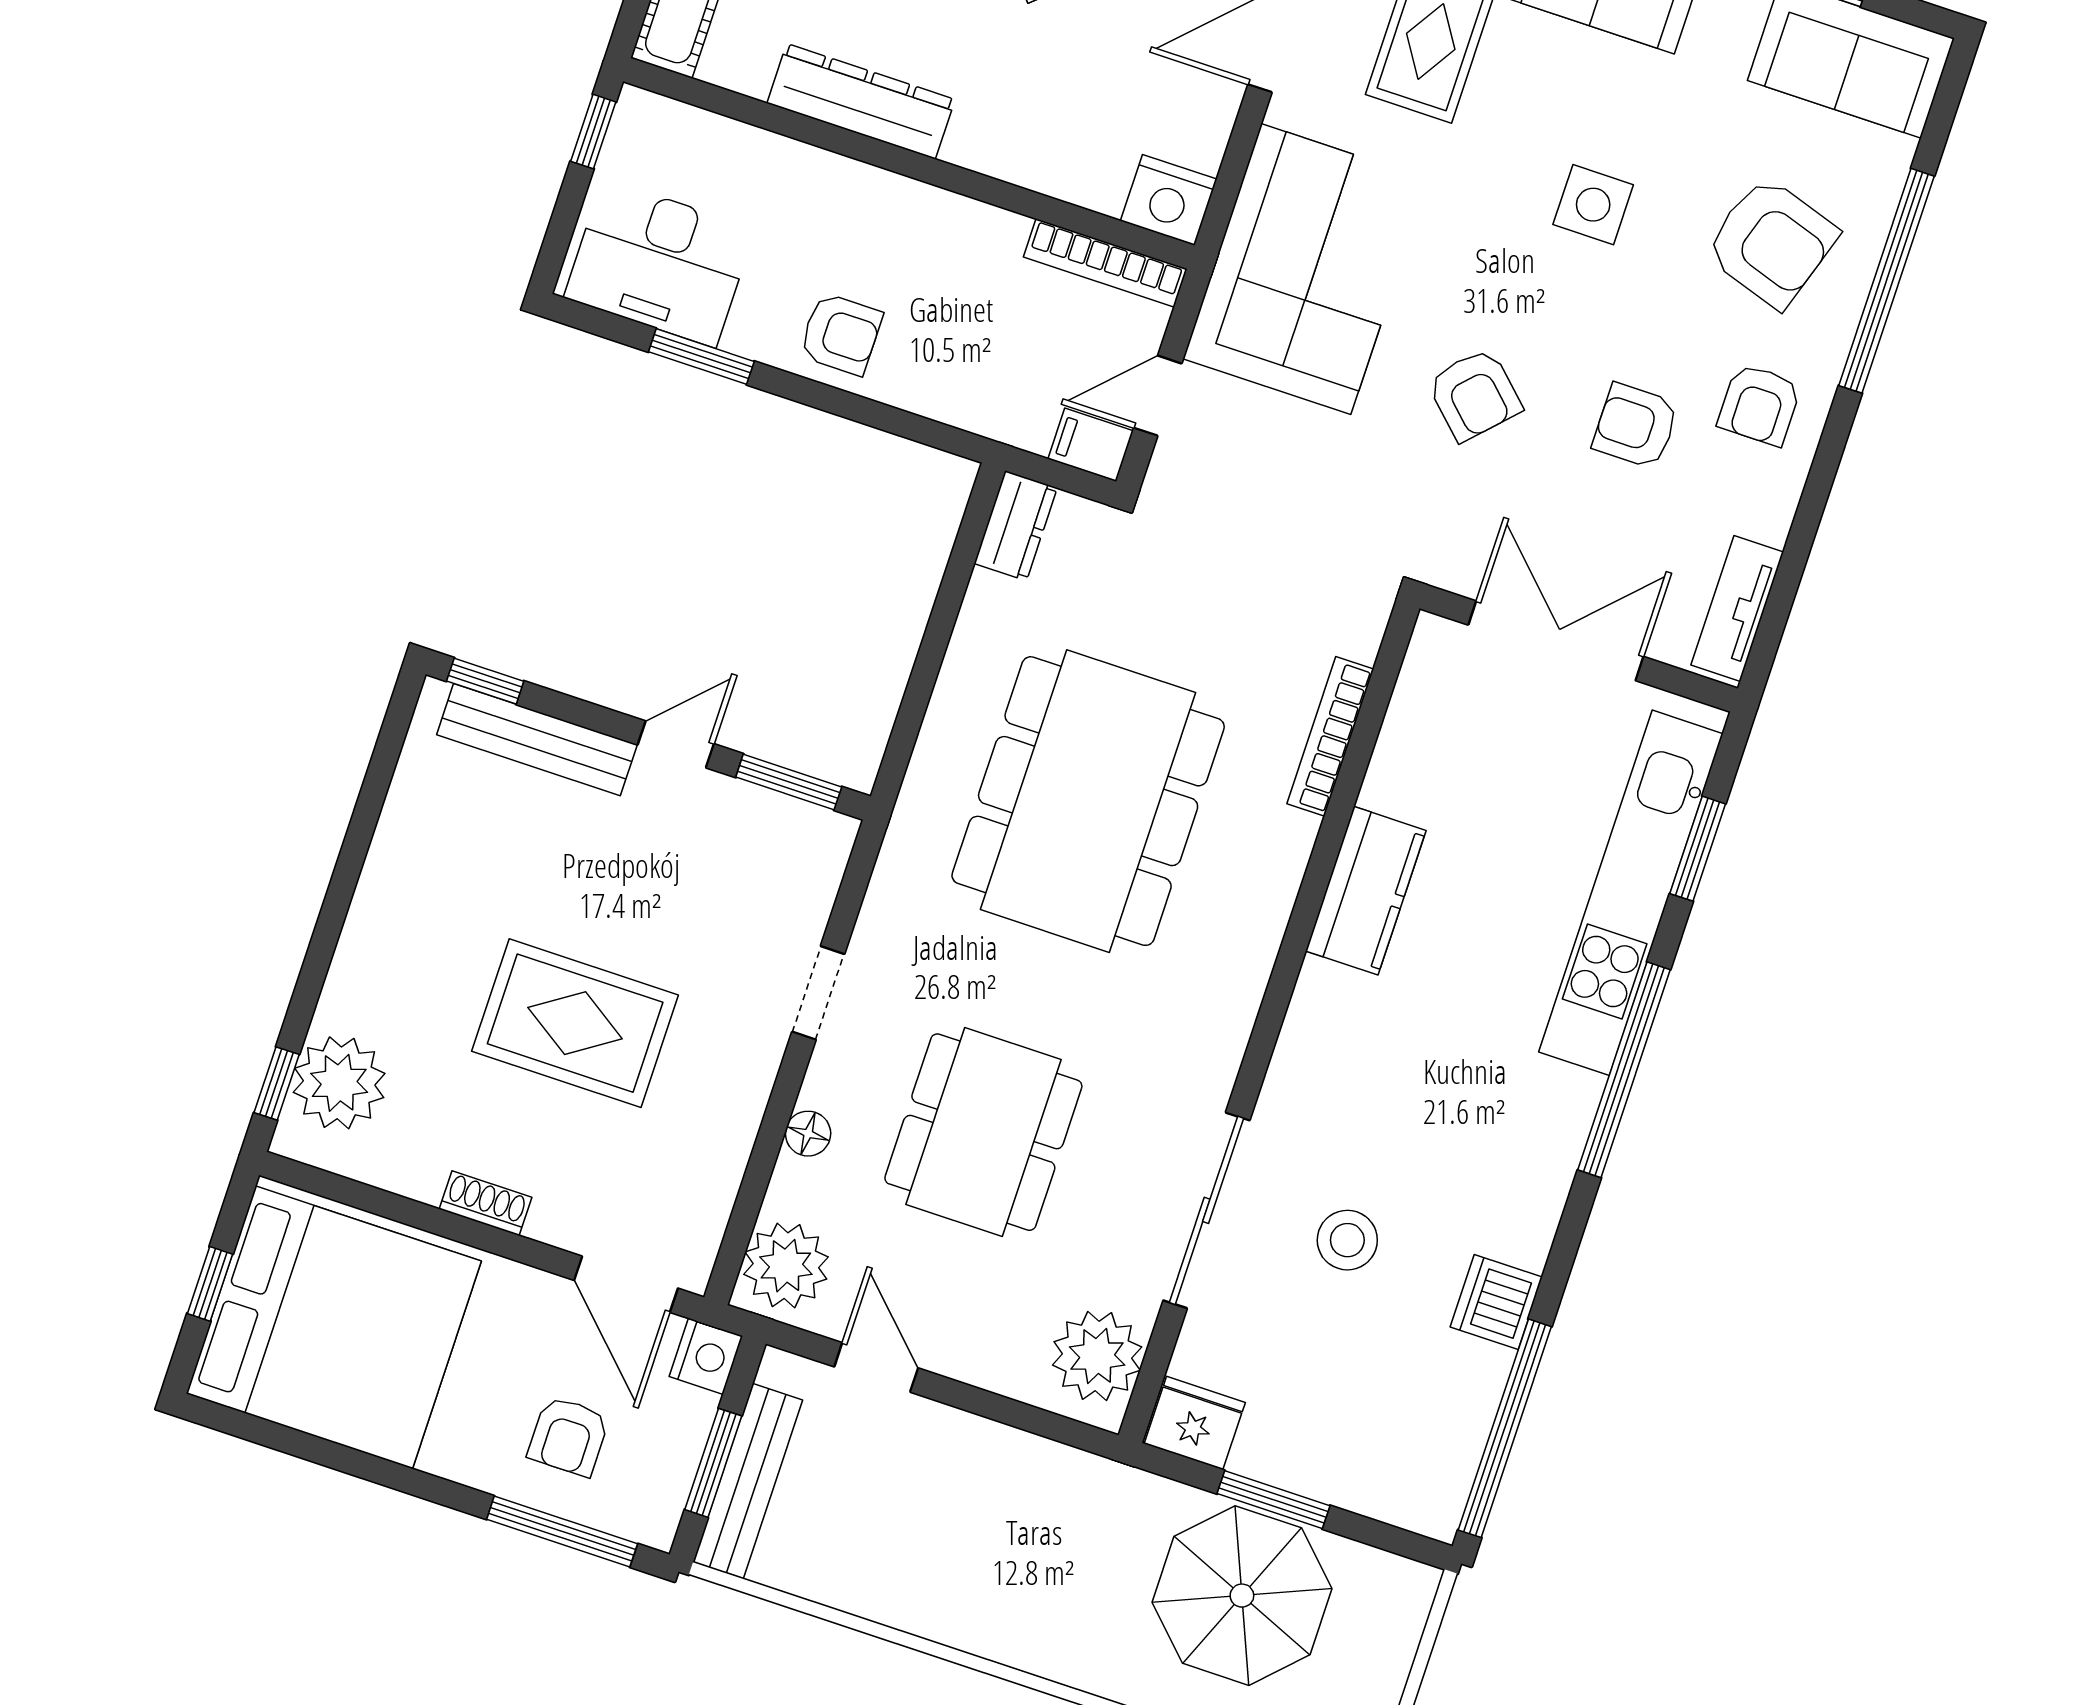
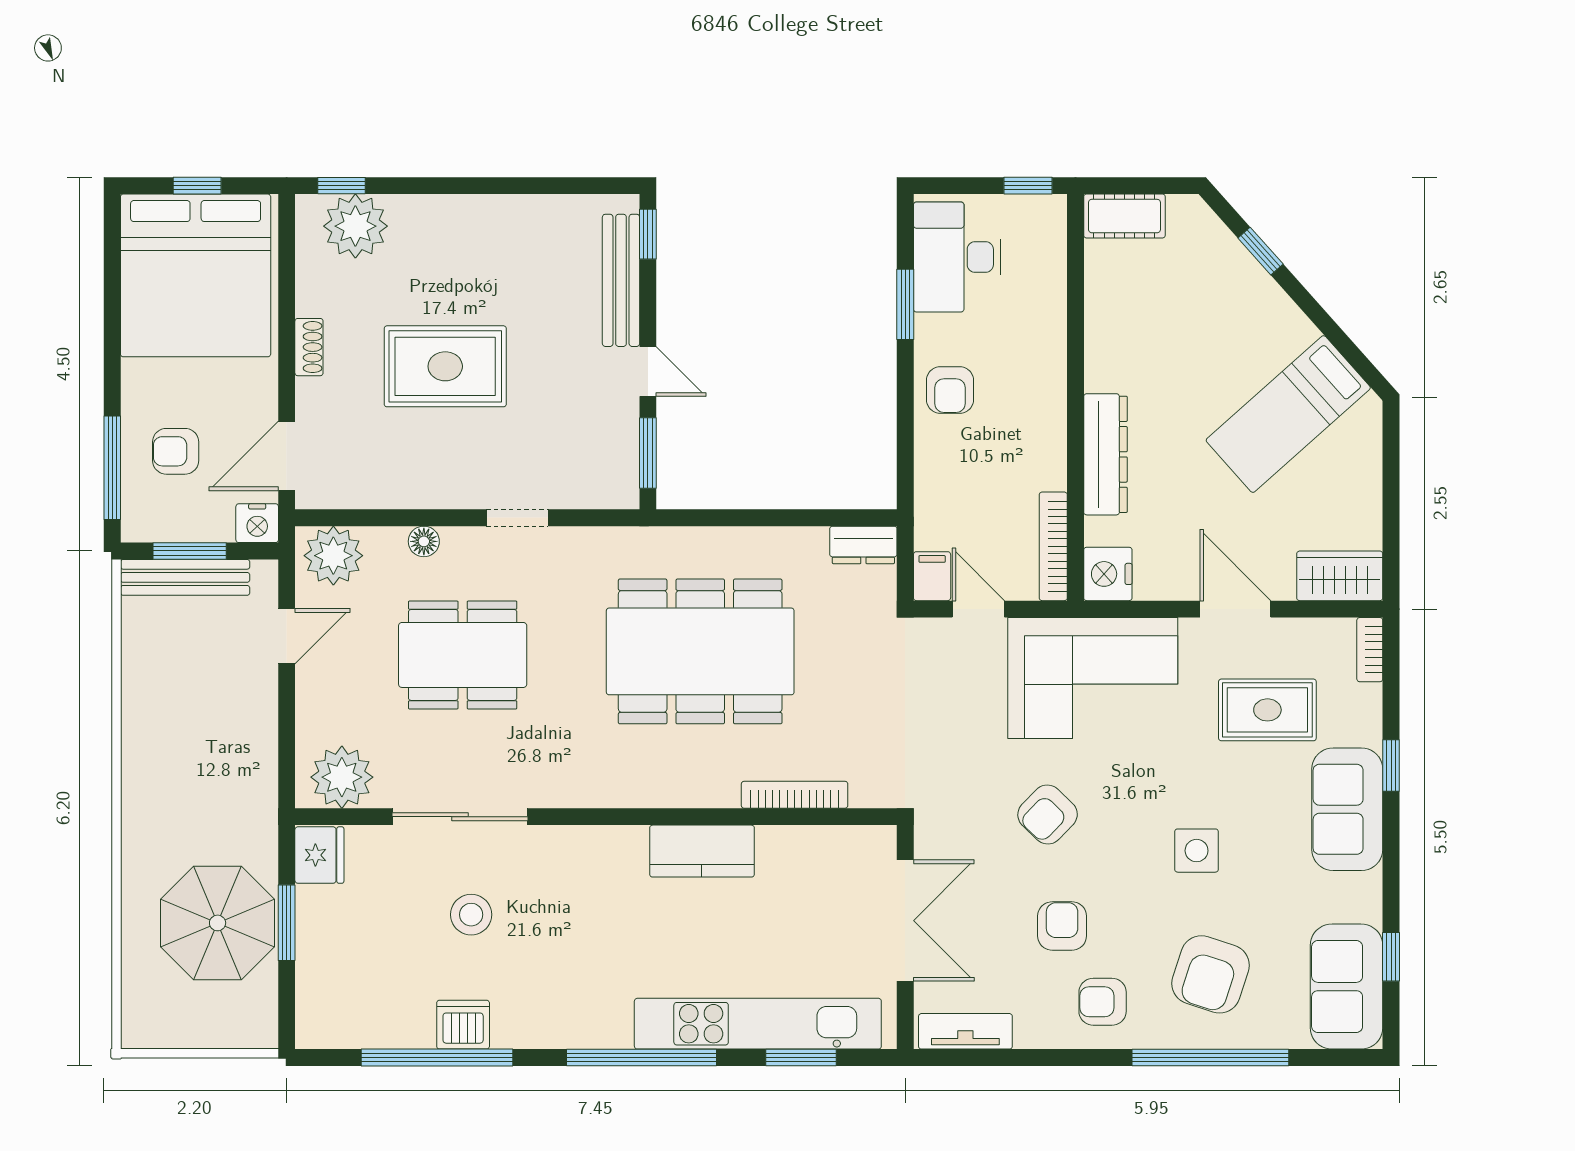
dresser: (861, 101) -> (1105, 454), moved
rug: (575, 1023) -> (445, 366), turned 90
window: (1505, 1428) -> (437, 1057), moved

